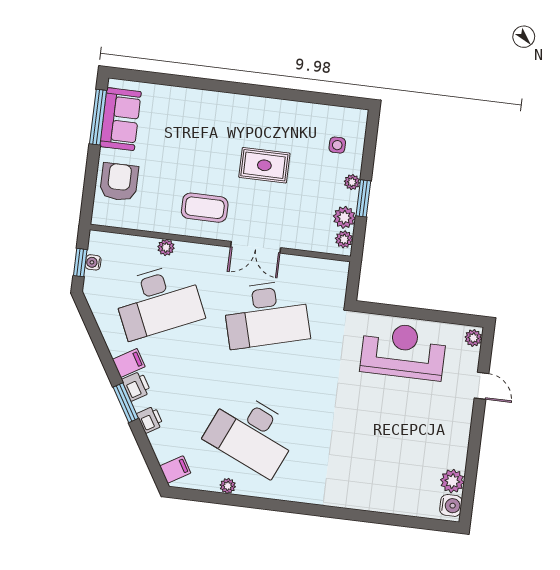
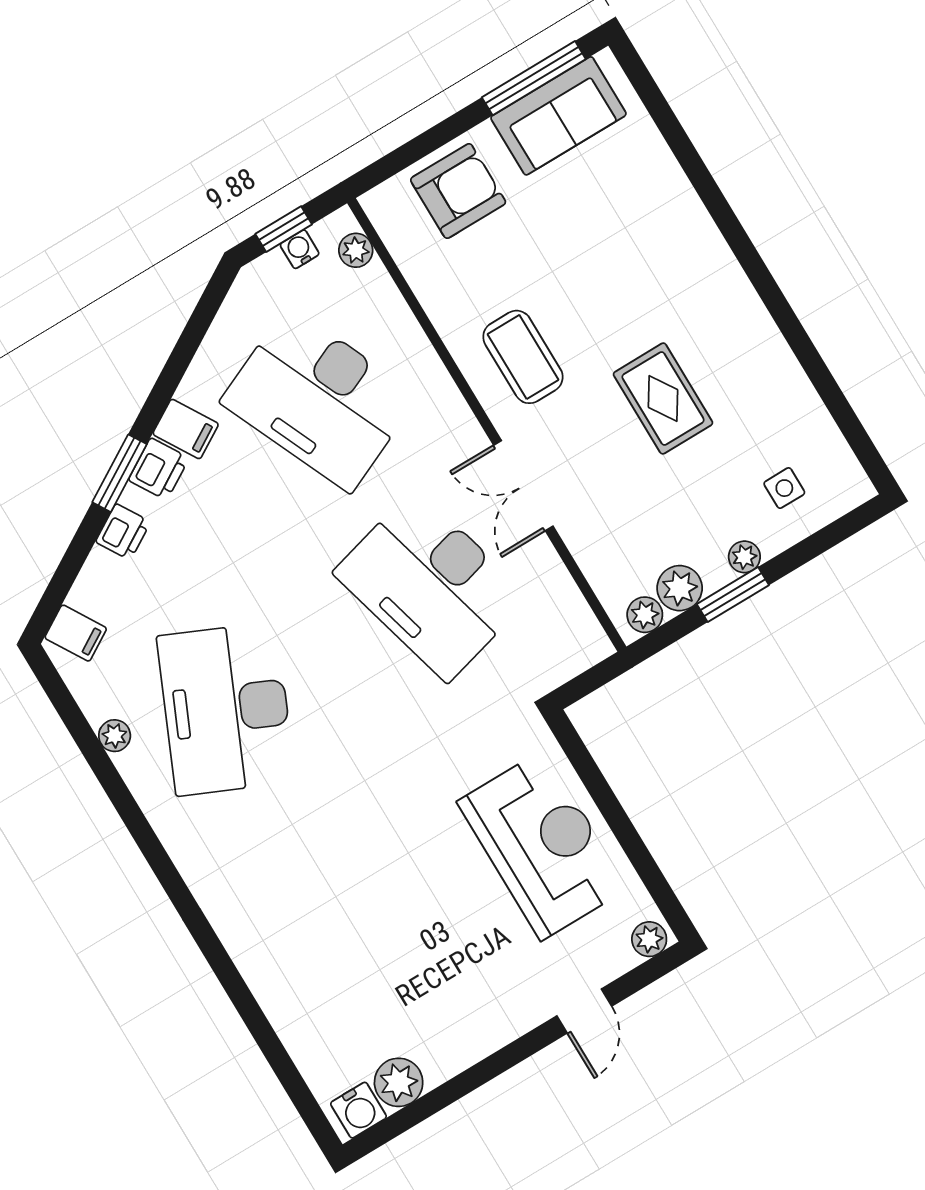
plant: (166, 247) -> (356, 250), moved

